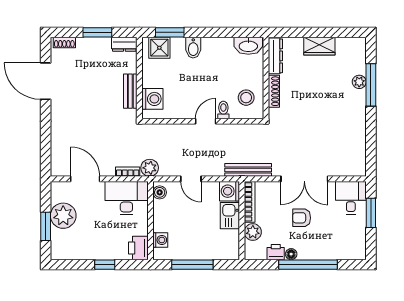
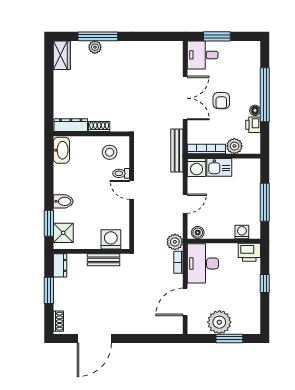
wardrobe: (319, 46) -> (62, 55), moved
shoe rack: (274, 91) -> (99, 127), width x0.70

